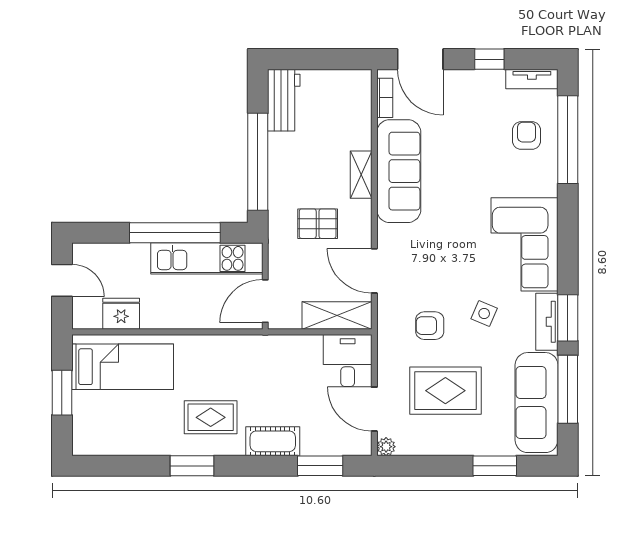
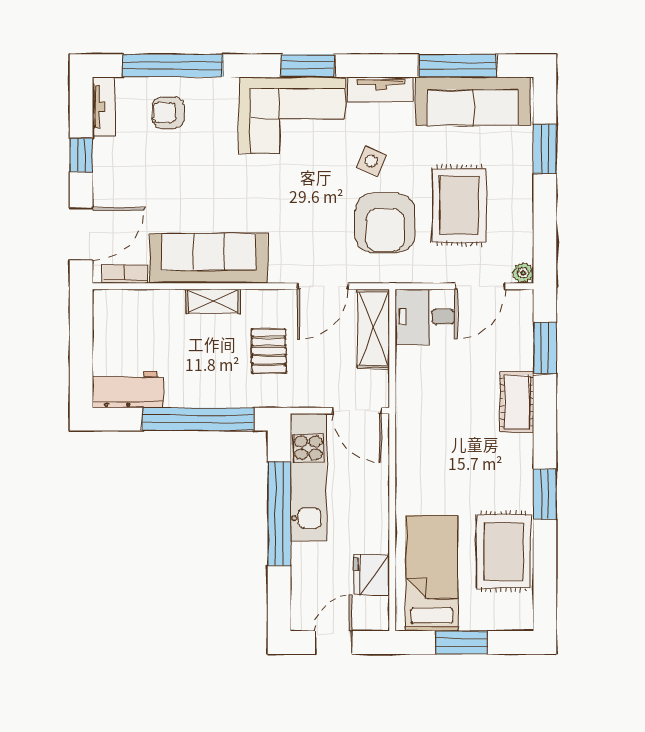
window: (568, 318) -> (308, 66), moved
armchair: (430, 326) -> (385, 223), width x1.88, depth x1.88
rug: (211, 417) -> (504, 551), moved, width x1.36, depth x1.43

